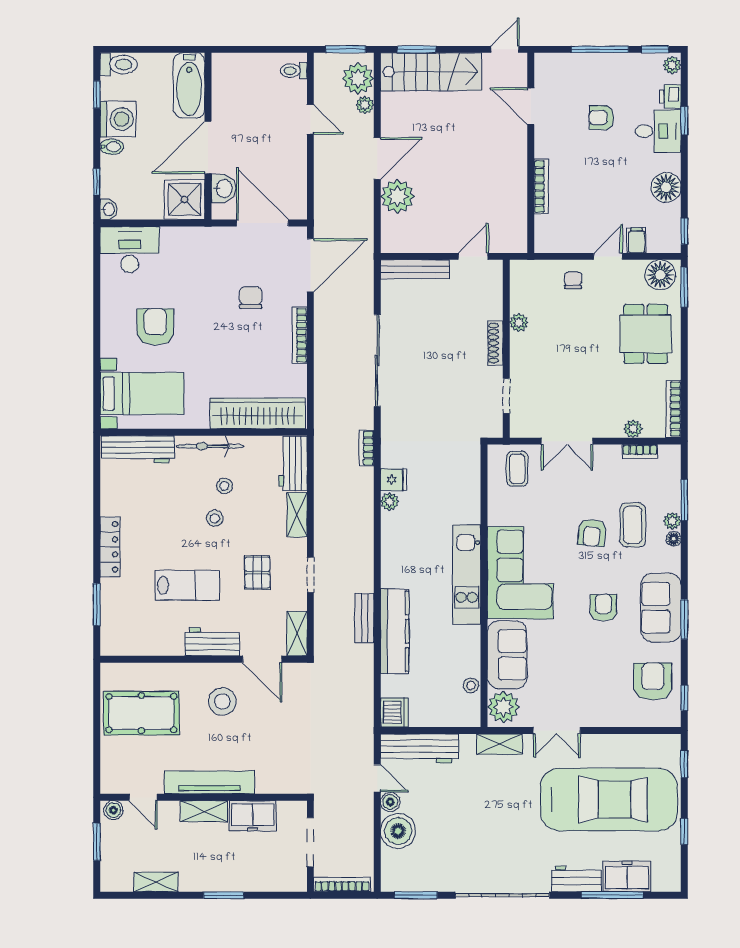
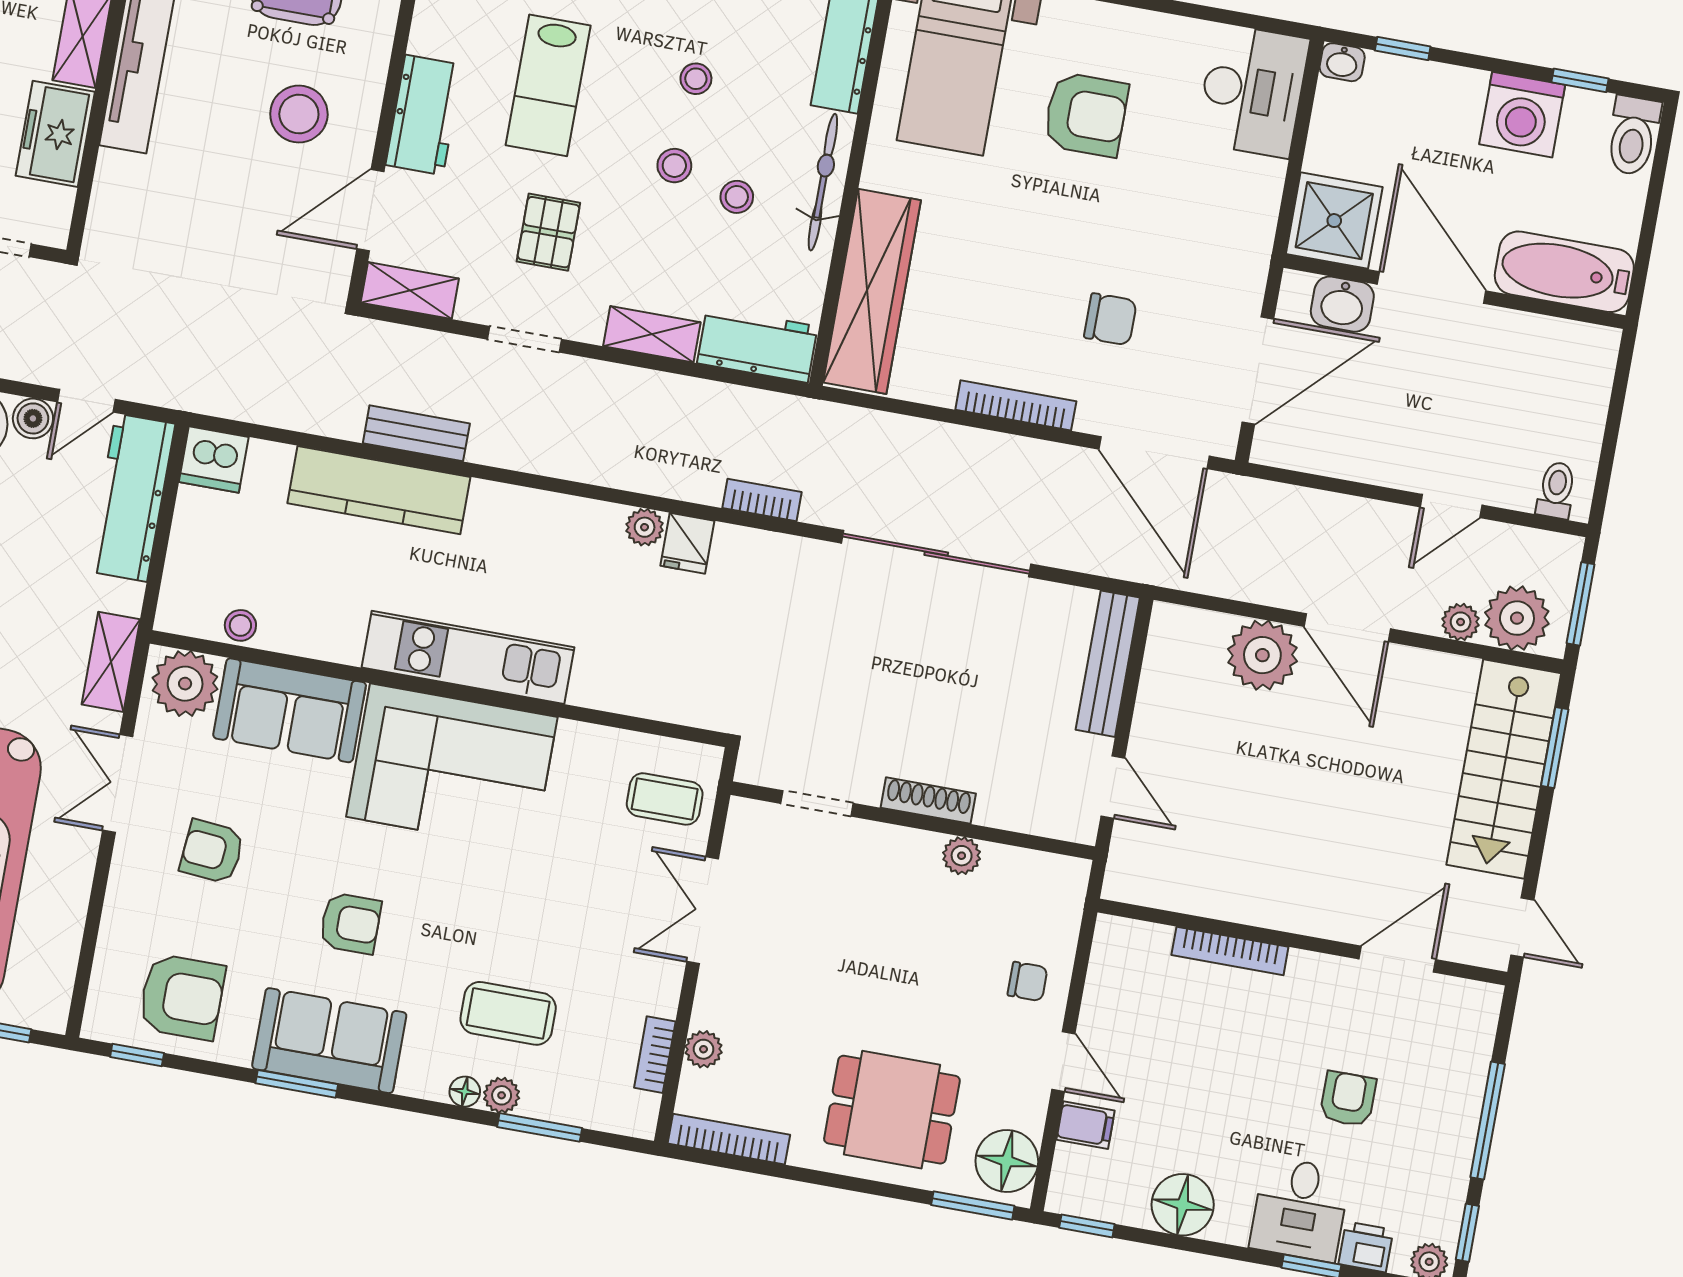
bidet: (112, 147) -> (1468, 92), removed
stool: (172, 516) -> (696, 79), added
armchair: (592, 533) -> (212, 852), moved
pallet: (257, 573) -> (548, 232), turned 90

